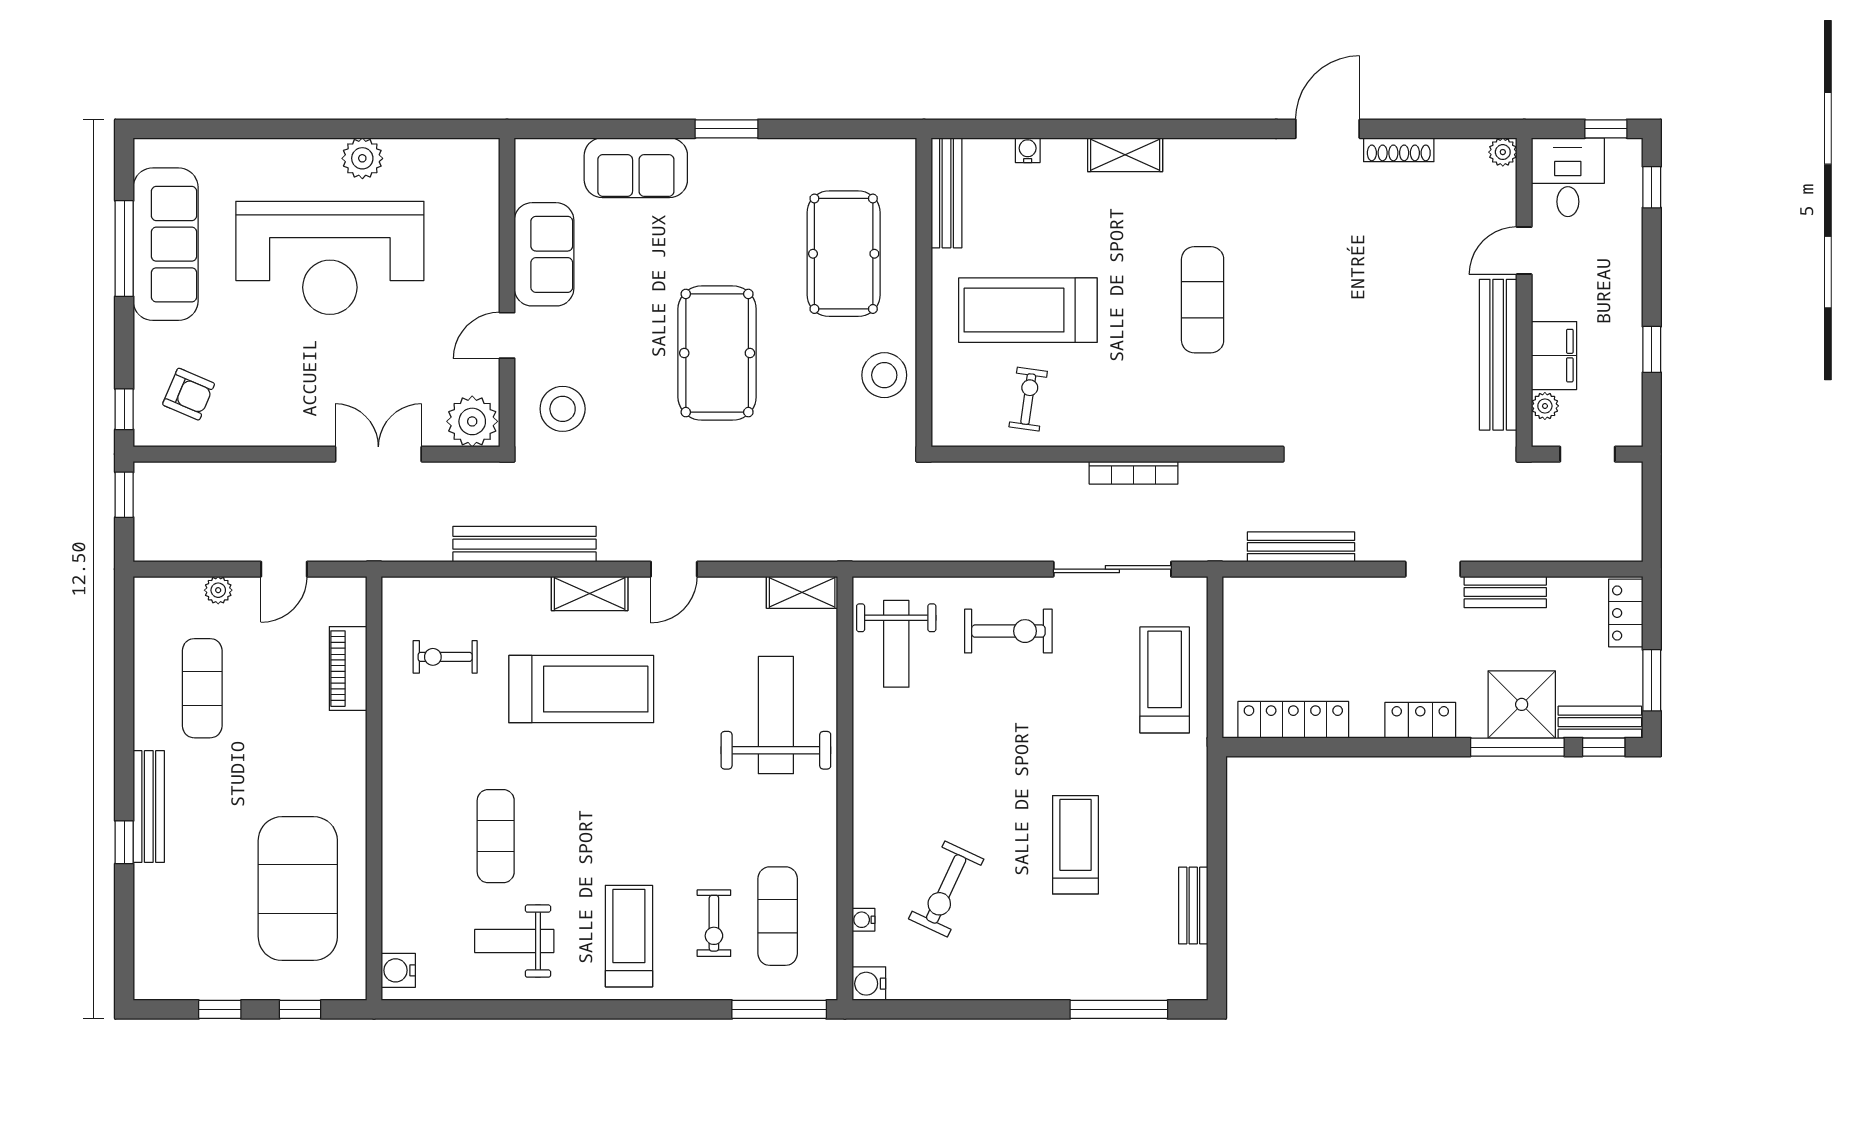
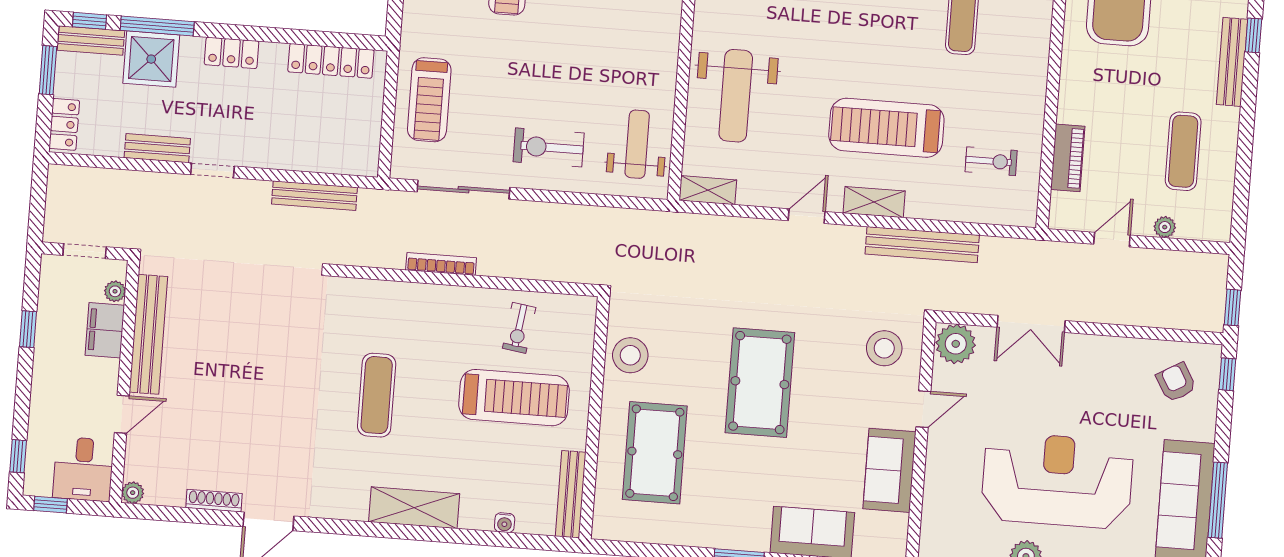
shelving: (1125, 155) -> (414, 508), width x1.50, depth x1.33
armchair: (189, 394) -> (1176, 382), turned 37

